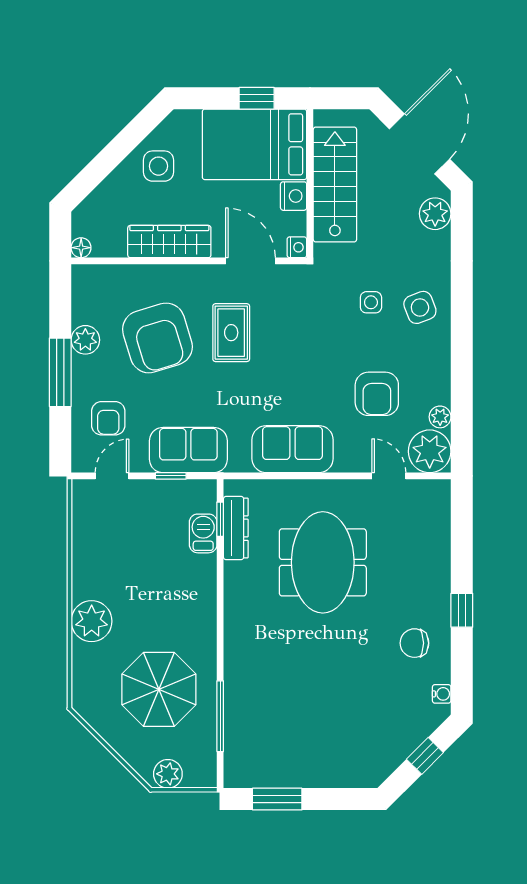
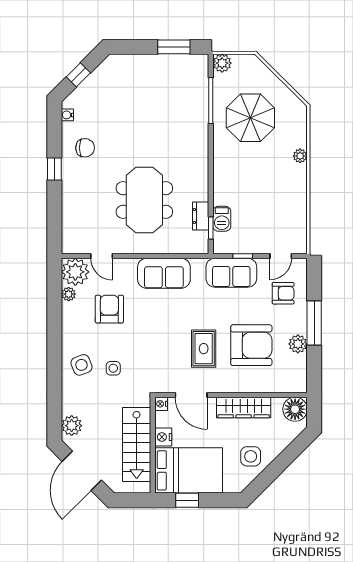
floor lamp: (81, 248) -> (295, 409), width x1.89, depth x1.89
armchair: (157, 338) -> (251, 345), turned 107
armchair: (108, 418) -> (283, 293), turned 90
dresser: (236, 528) -> (201, 216), width x0.70
plant: (92, 621) -> (300, 156), width x0.53, depth x0.53
plant: (168, 774) -> (222, 63), moved

